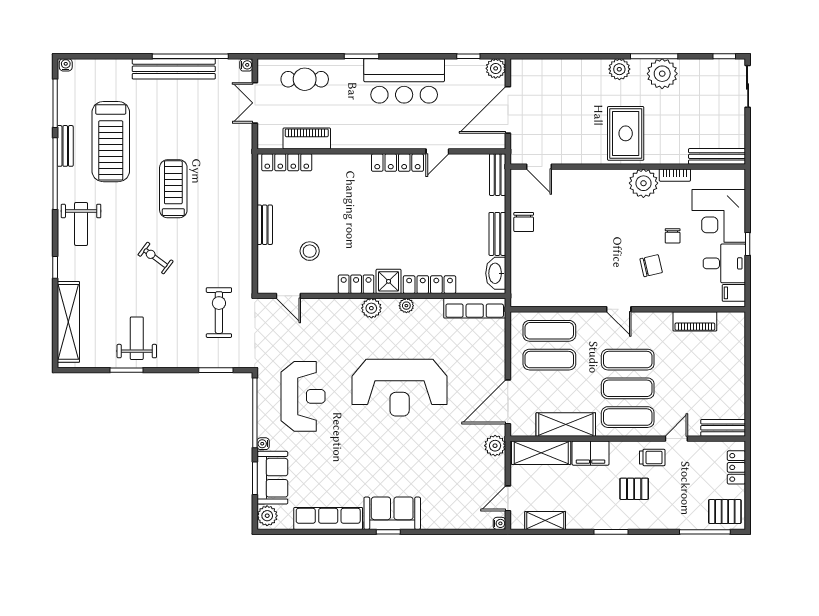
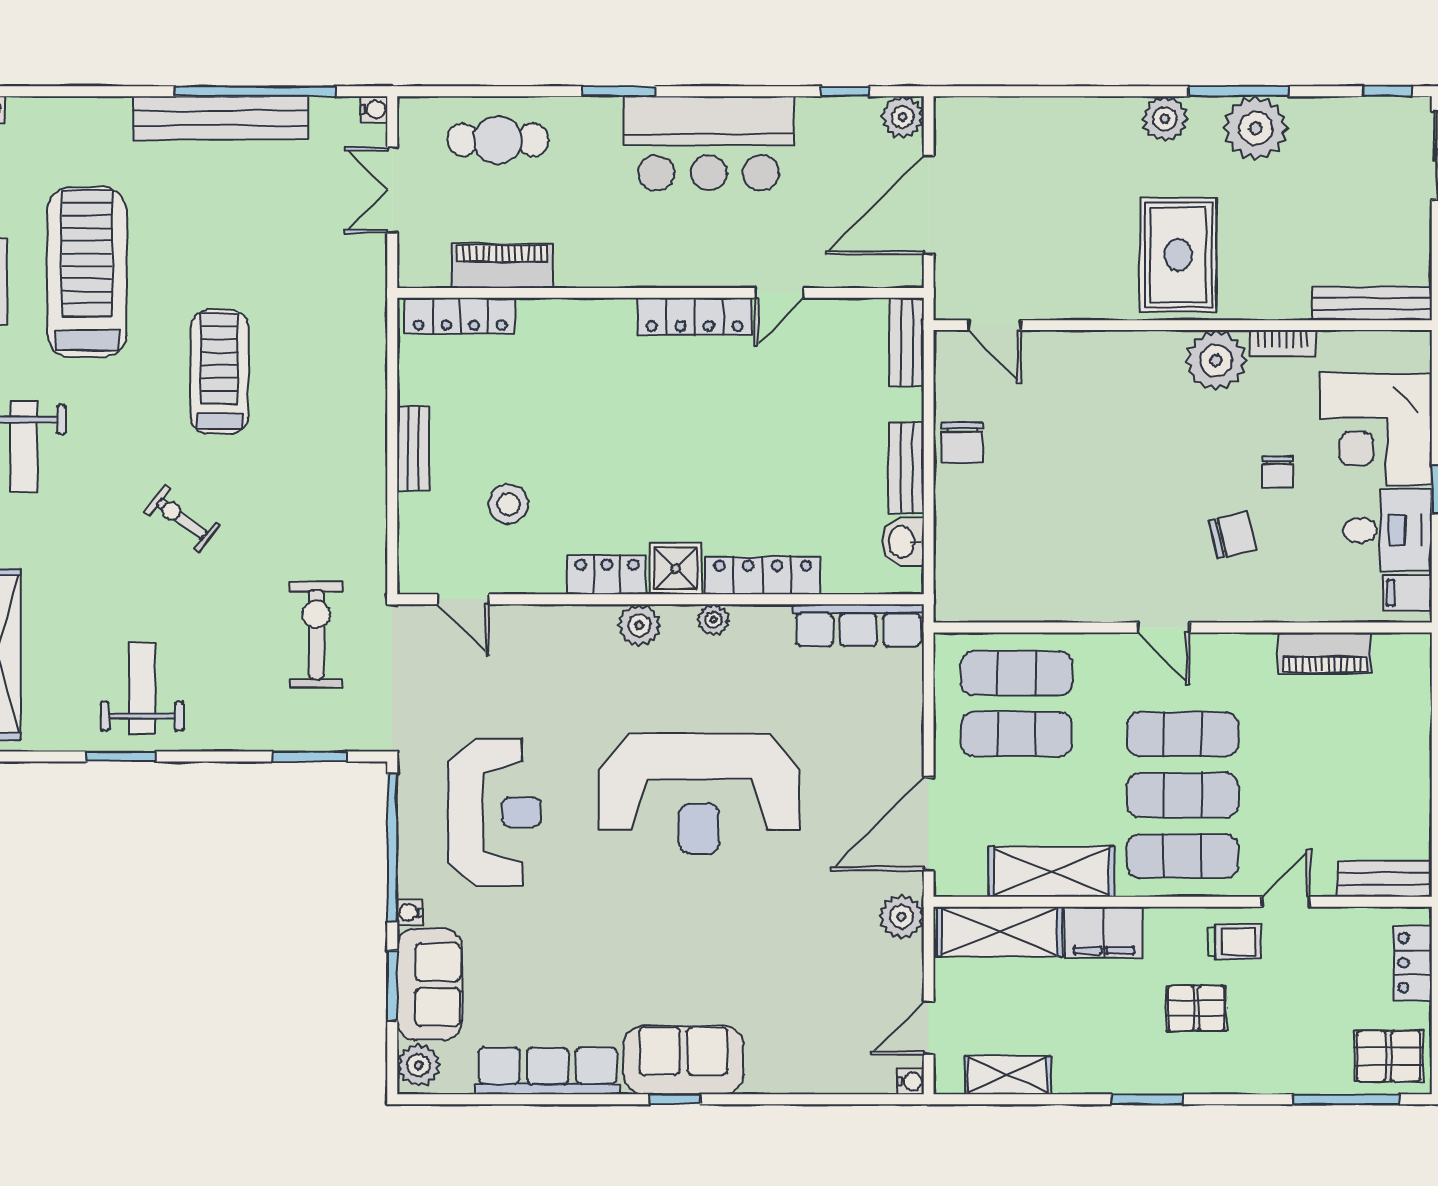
treadmill: (111, 142) -> (87, 272), turned 180
washbasin: (496, 273) -> (903, 542), width x0.72

